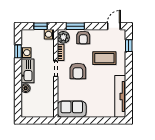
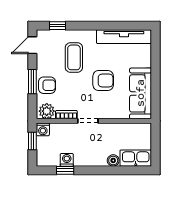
window: (75, 26) -> (32, 82), moved
door: (114, 26) -> (32, 45), hinge flipped
kitchen sink: (27, 71) -> (136, 158), moved
armchair: (78, 71) -> (103, 80), moved
sofa: (72, 109) -> (141, 93), width x1.36

